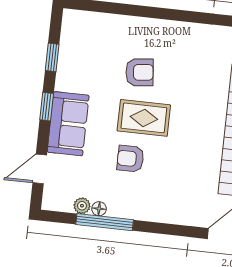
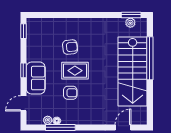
window: (52, 57) -> (23, 31), moved
armchair: (130, 159) -> (70, 93), turned 180

